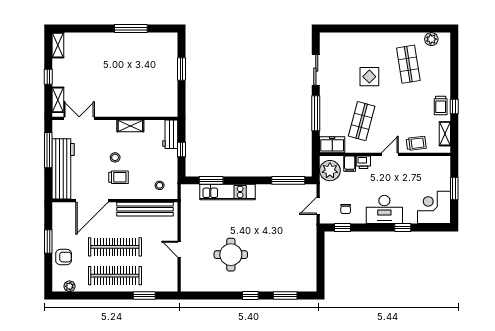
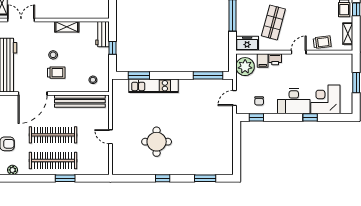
corner desk: (434, 207) -> (325, 99), moved
window: (144, 296) -> (65, 178), moved
window: (250, 296) -> (163, 178), moved

